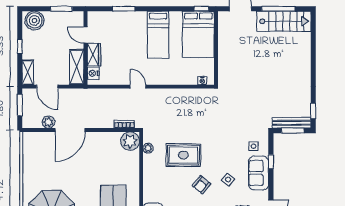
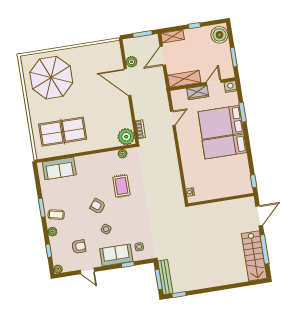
bed: (198, 34) -> (221, 122), moved
nightstand: (93, 73) -> (231, 87), moved
door: (138, 87) -> (173, 118), moved
rug: (183, 155) -> (121, 186), width x0.73, depth x0.70

